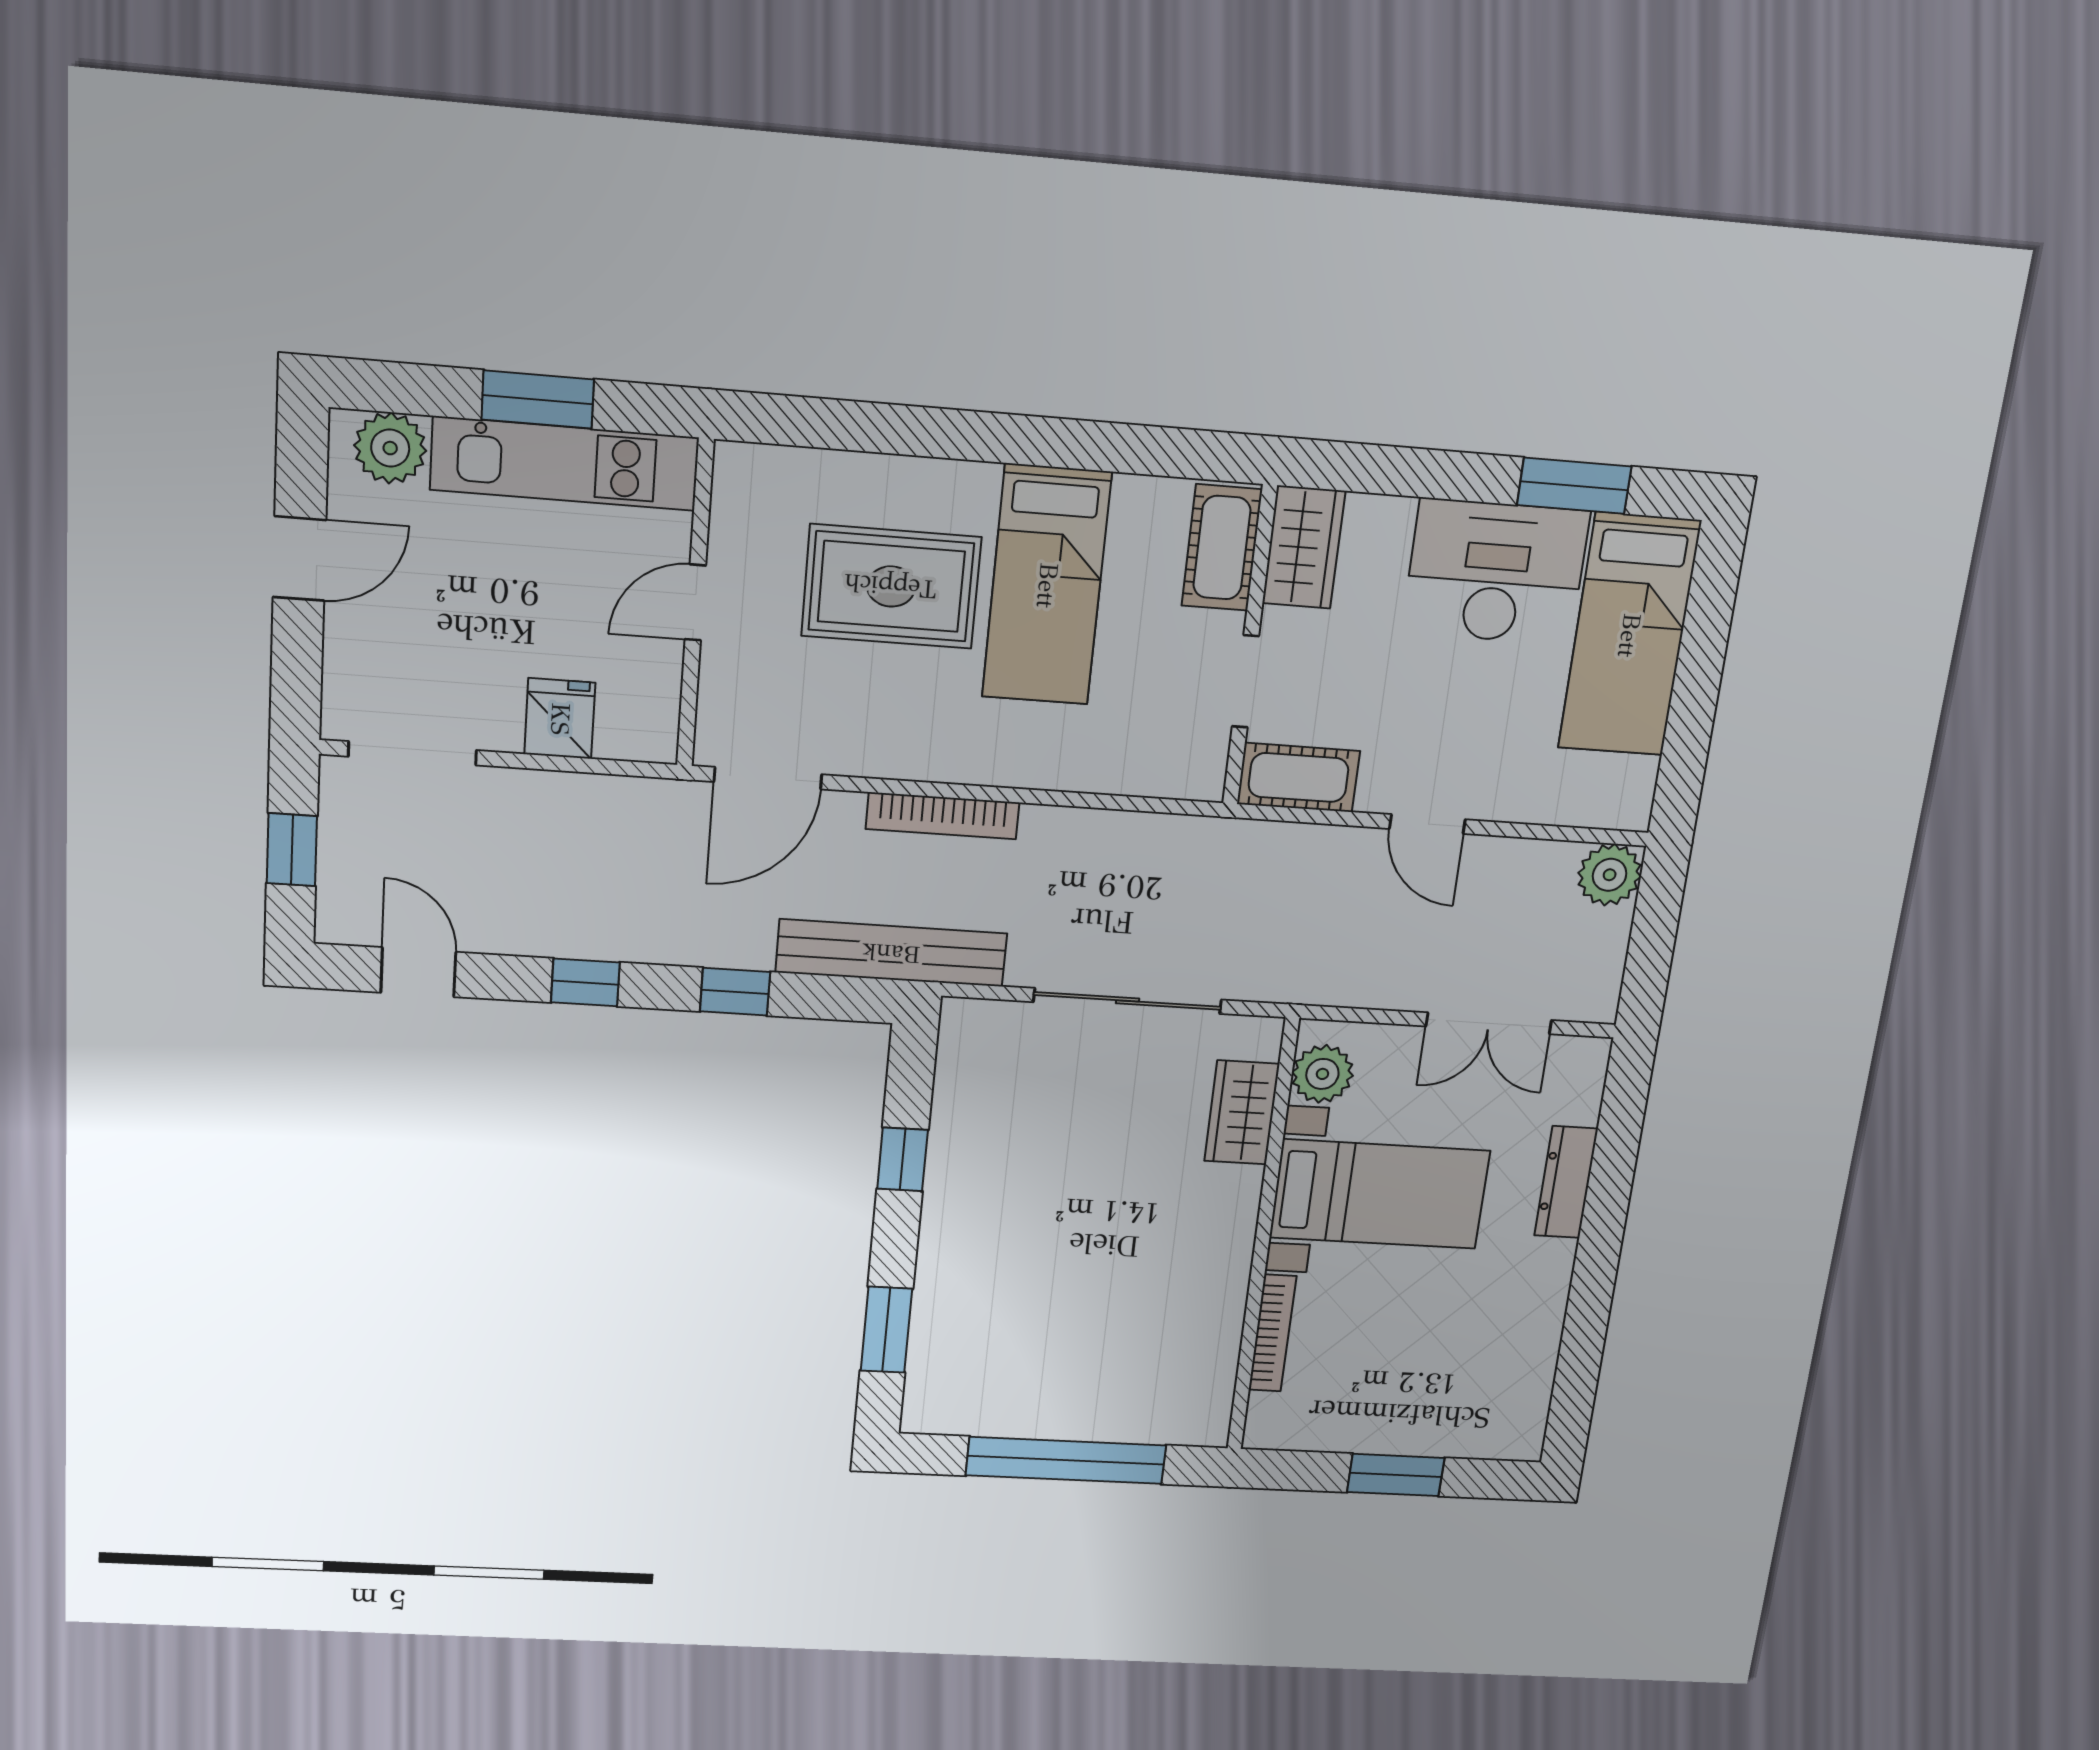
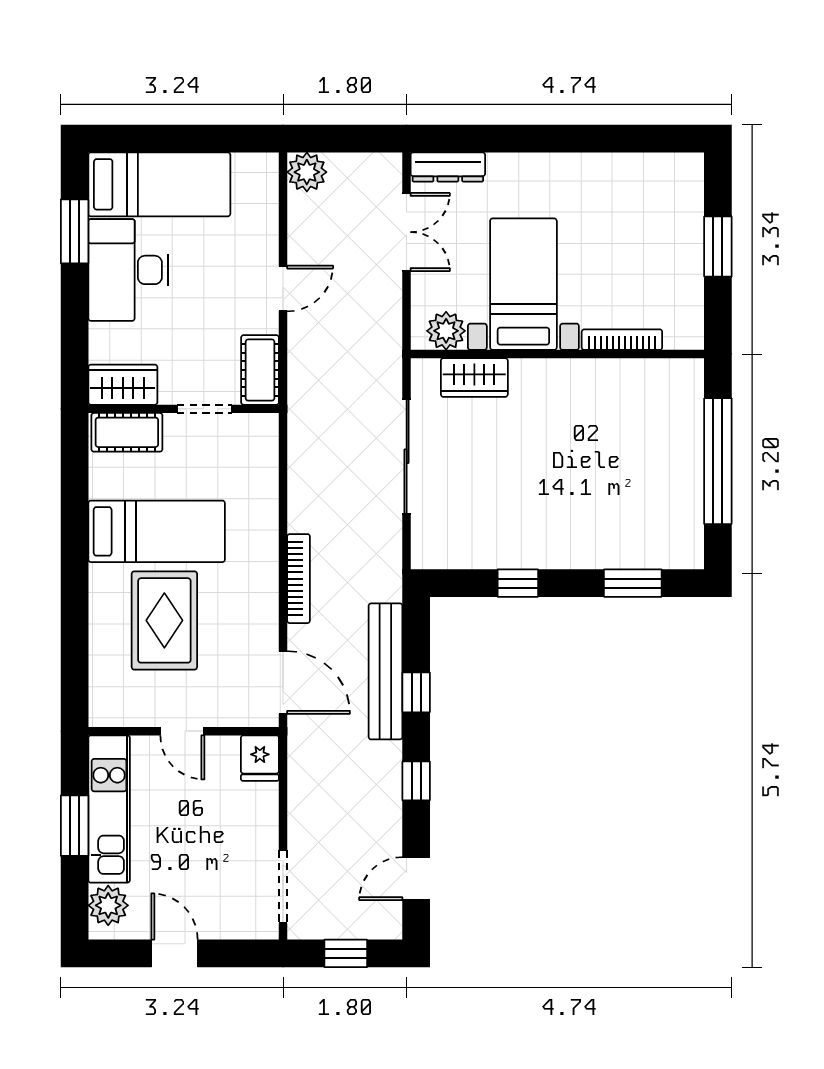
fridge: (560, 719) -> (260, 758), moved, turned -90
bench: (891, 953) -> (385, 671), moved
dresser: (1566, 1182) -> (448, 167), moved

